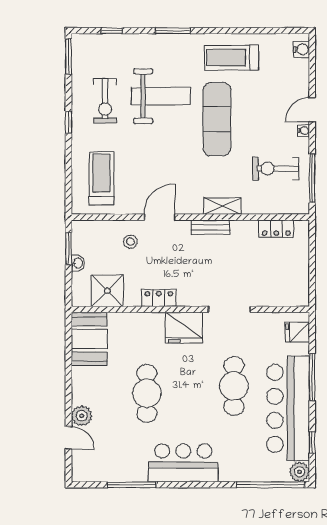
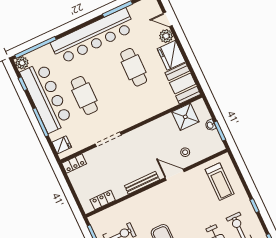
shelving: (222, 206) -> (141, 198), removed
door: (160, 217) -> (175, 175), swing flipped
bench: (210, 227) -> (142, 183), width x1.36
locker: (159, 298) -> (74, 163), moved
fridge: (184, 328) -> (171, 55), moved, turned -90
bar counter: (183, 463) -> (93, 36), width x1.86

